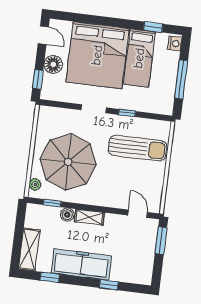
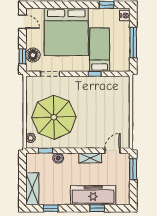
bed: (139, 58) -> (100, 50), moved, turned 180
floor lamp: (53, 64) -> (33, 55), moved
doorway: (94, 109) -> (50, 74), moved
sun lounger: (137, 148) -> (106, 100), removed
door: (138, 214) -> (113, 151), hinge flipped
shelving: (89, 217) -> (90, 158), moved
freezer: (81, 264) -> (93, 195), moved

